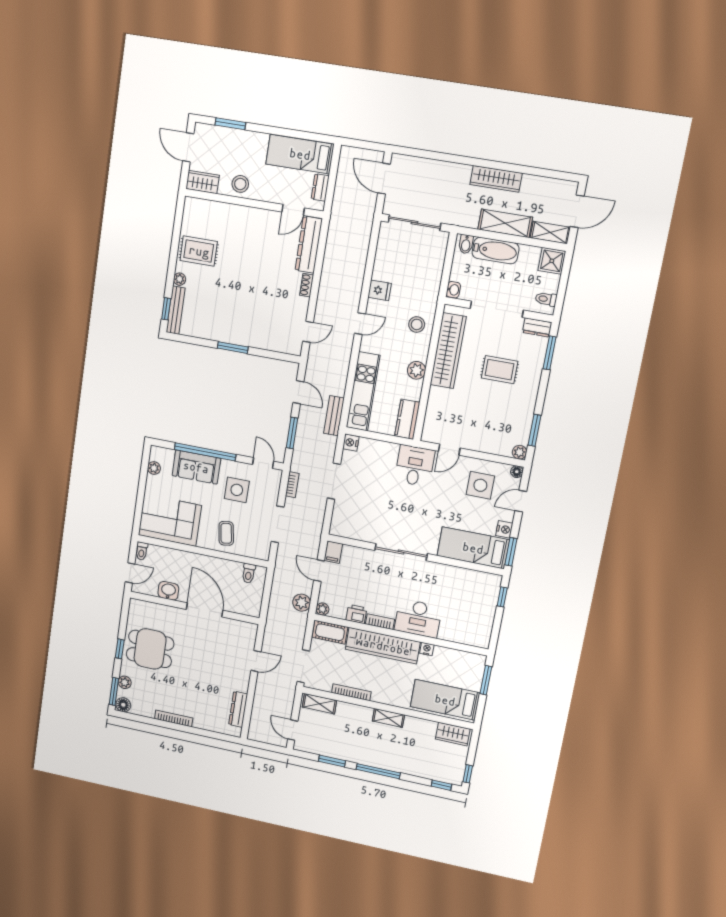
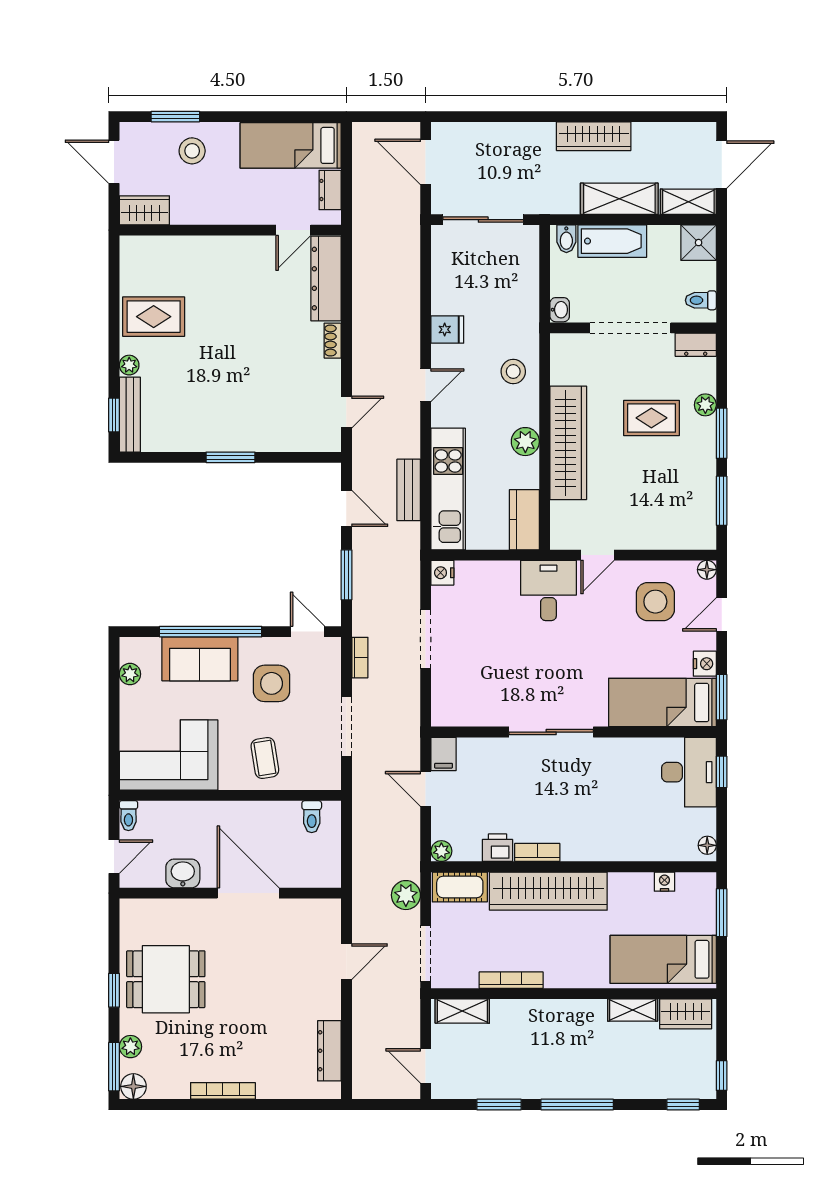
stool: (240, 184) -> (192, 151), moved
wardrobe: (448, 351) -> (568, 443), moved
window: (550, 353) -> (722, 433), moved
bench: (334, 416) -> (409, 490), moved
plant: (520, 452) -> (705, 405), moved
plant: (302, 603) -> (406, 895), moved
desk: (418, 618) -> (689, 772), moved, turned -90
floor lamp: (485, 639) -> (707, 845), added
nightstand: (427, 649) -> (664, 882), moved
shelving: (388, 718) -> (633, 1010), moved

